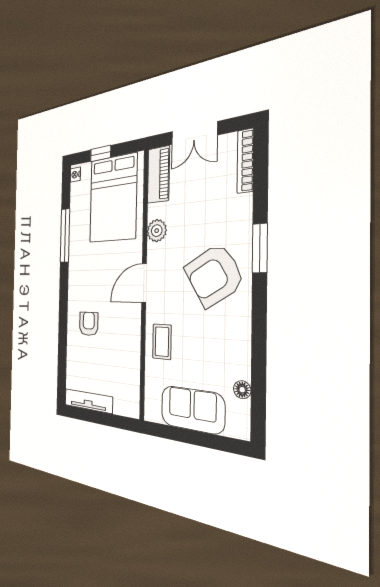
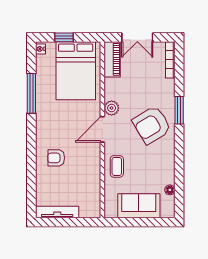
plant: (157, 231) -> (112, 108), moved
armchair: (89, 324) -> (56, 158), turned -90

